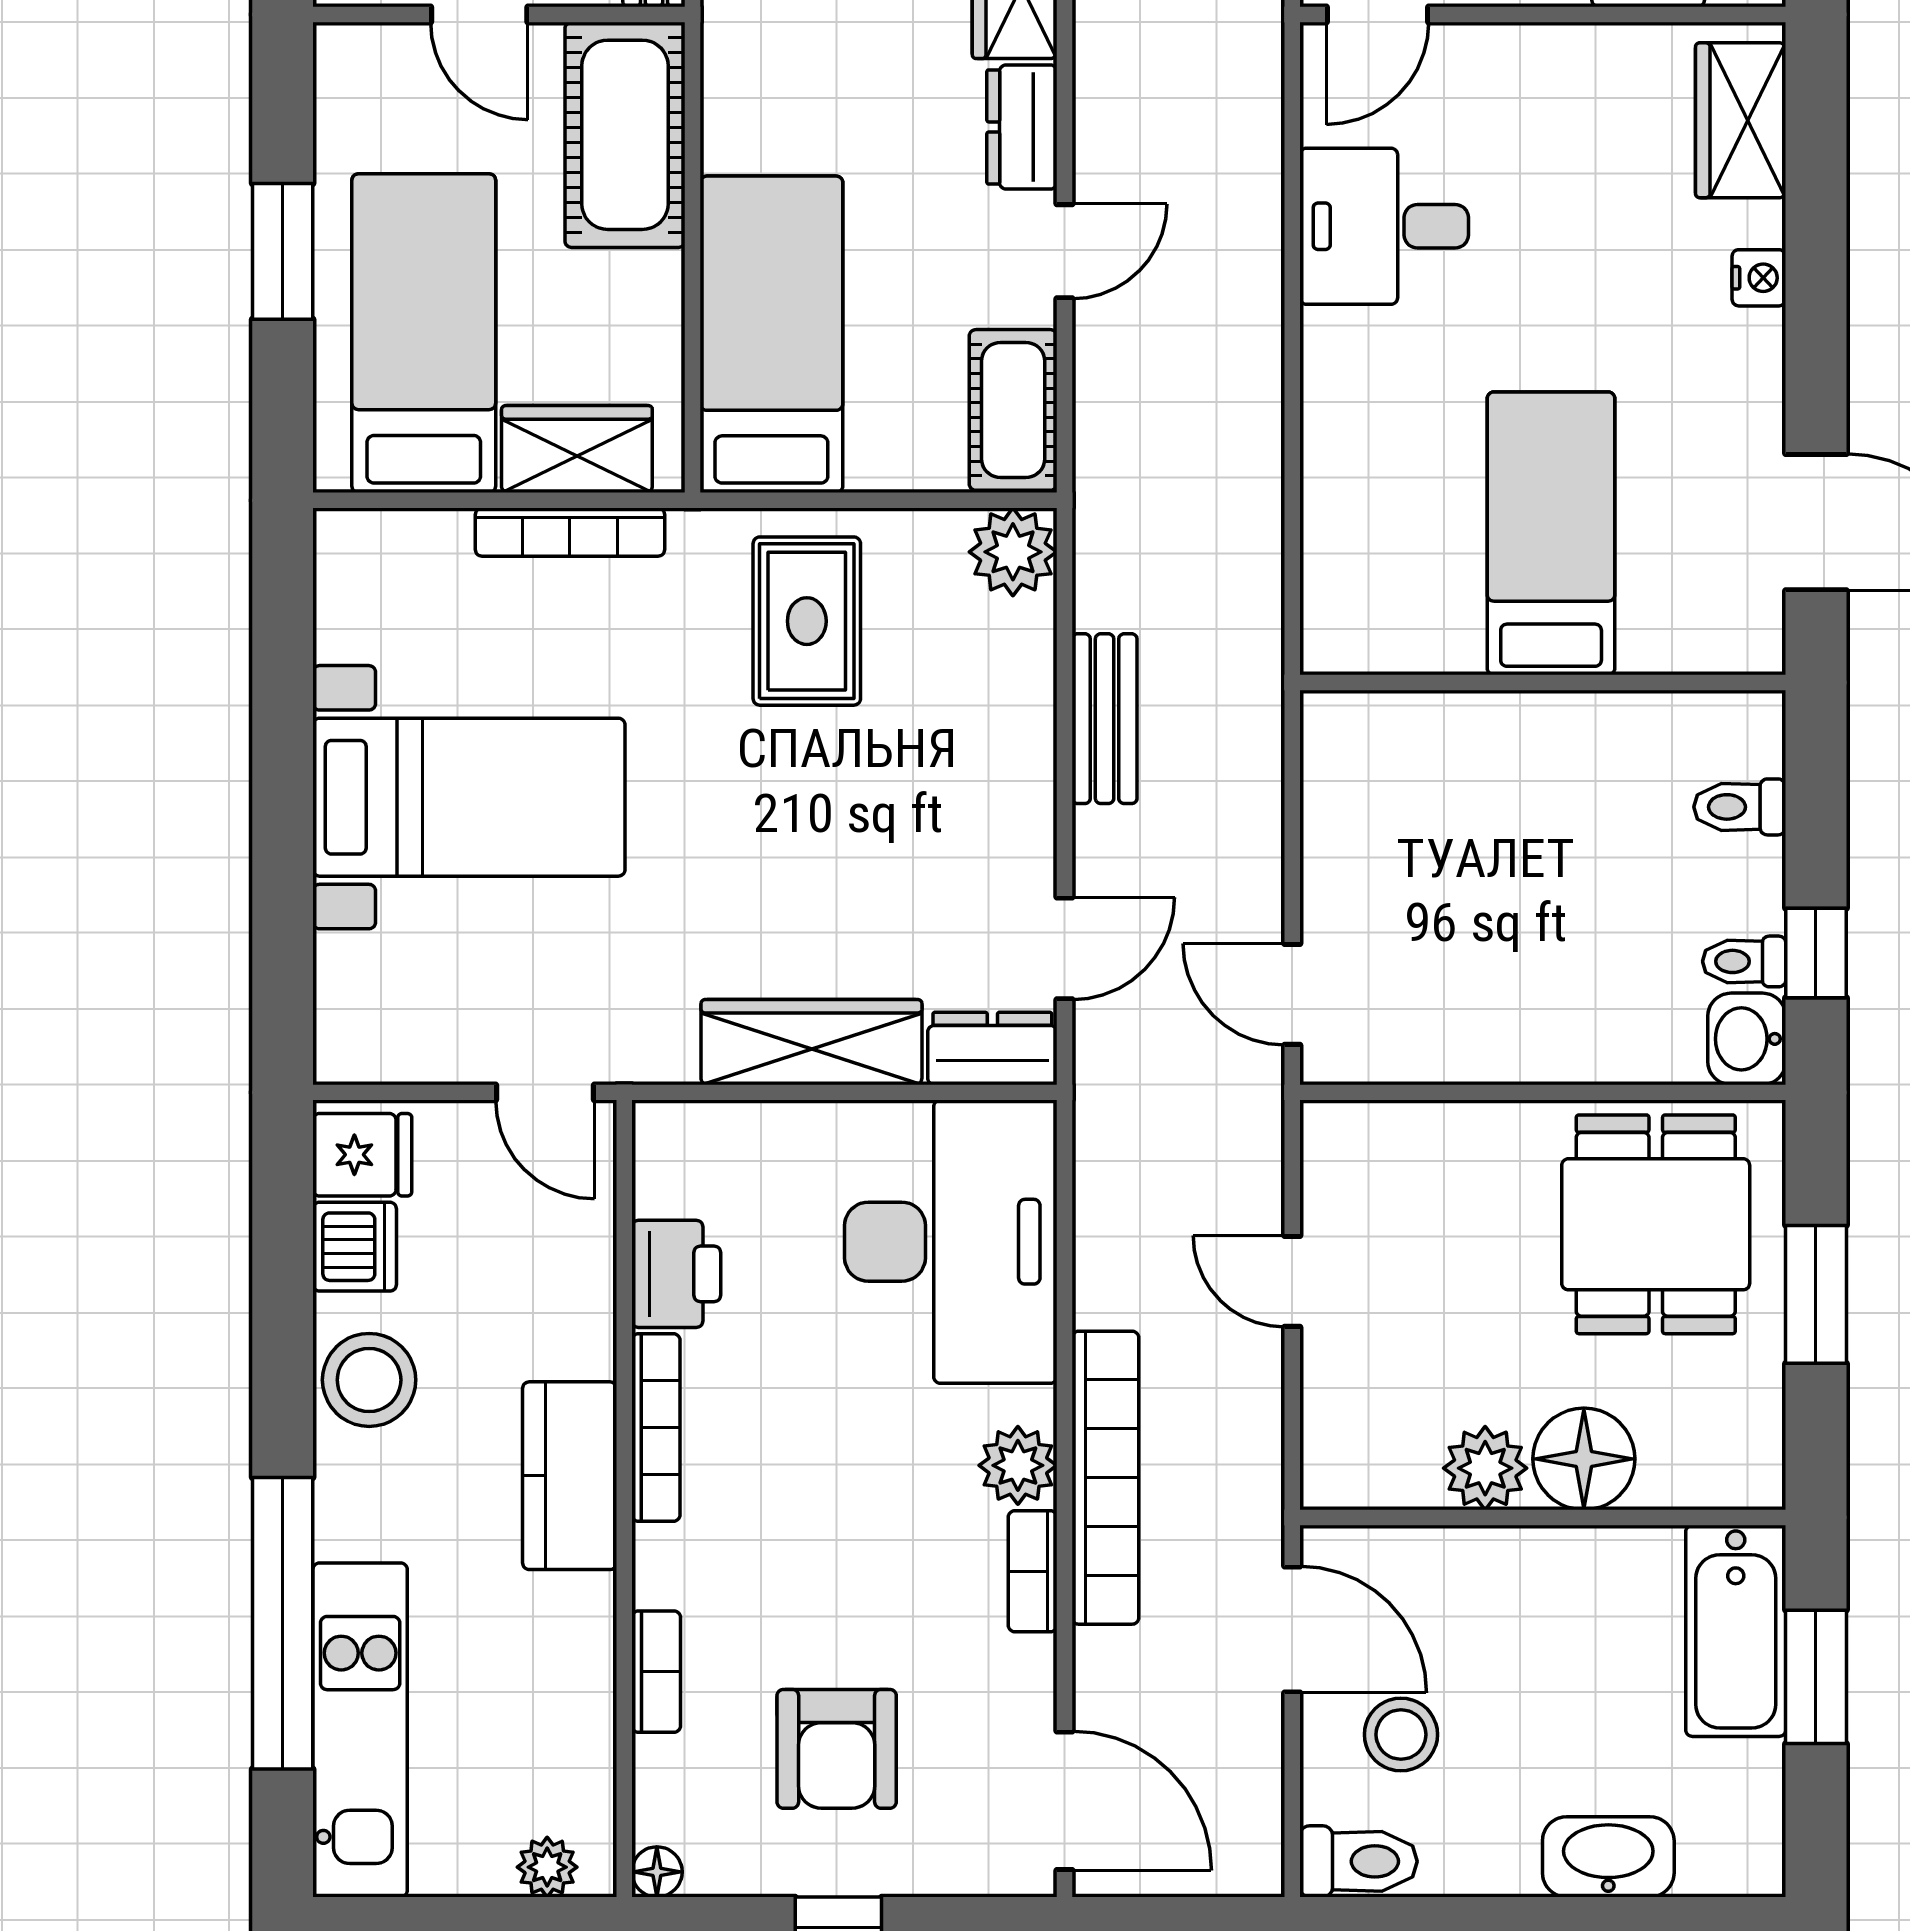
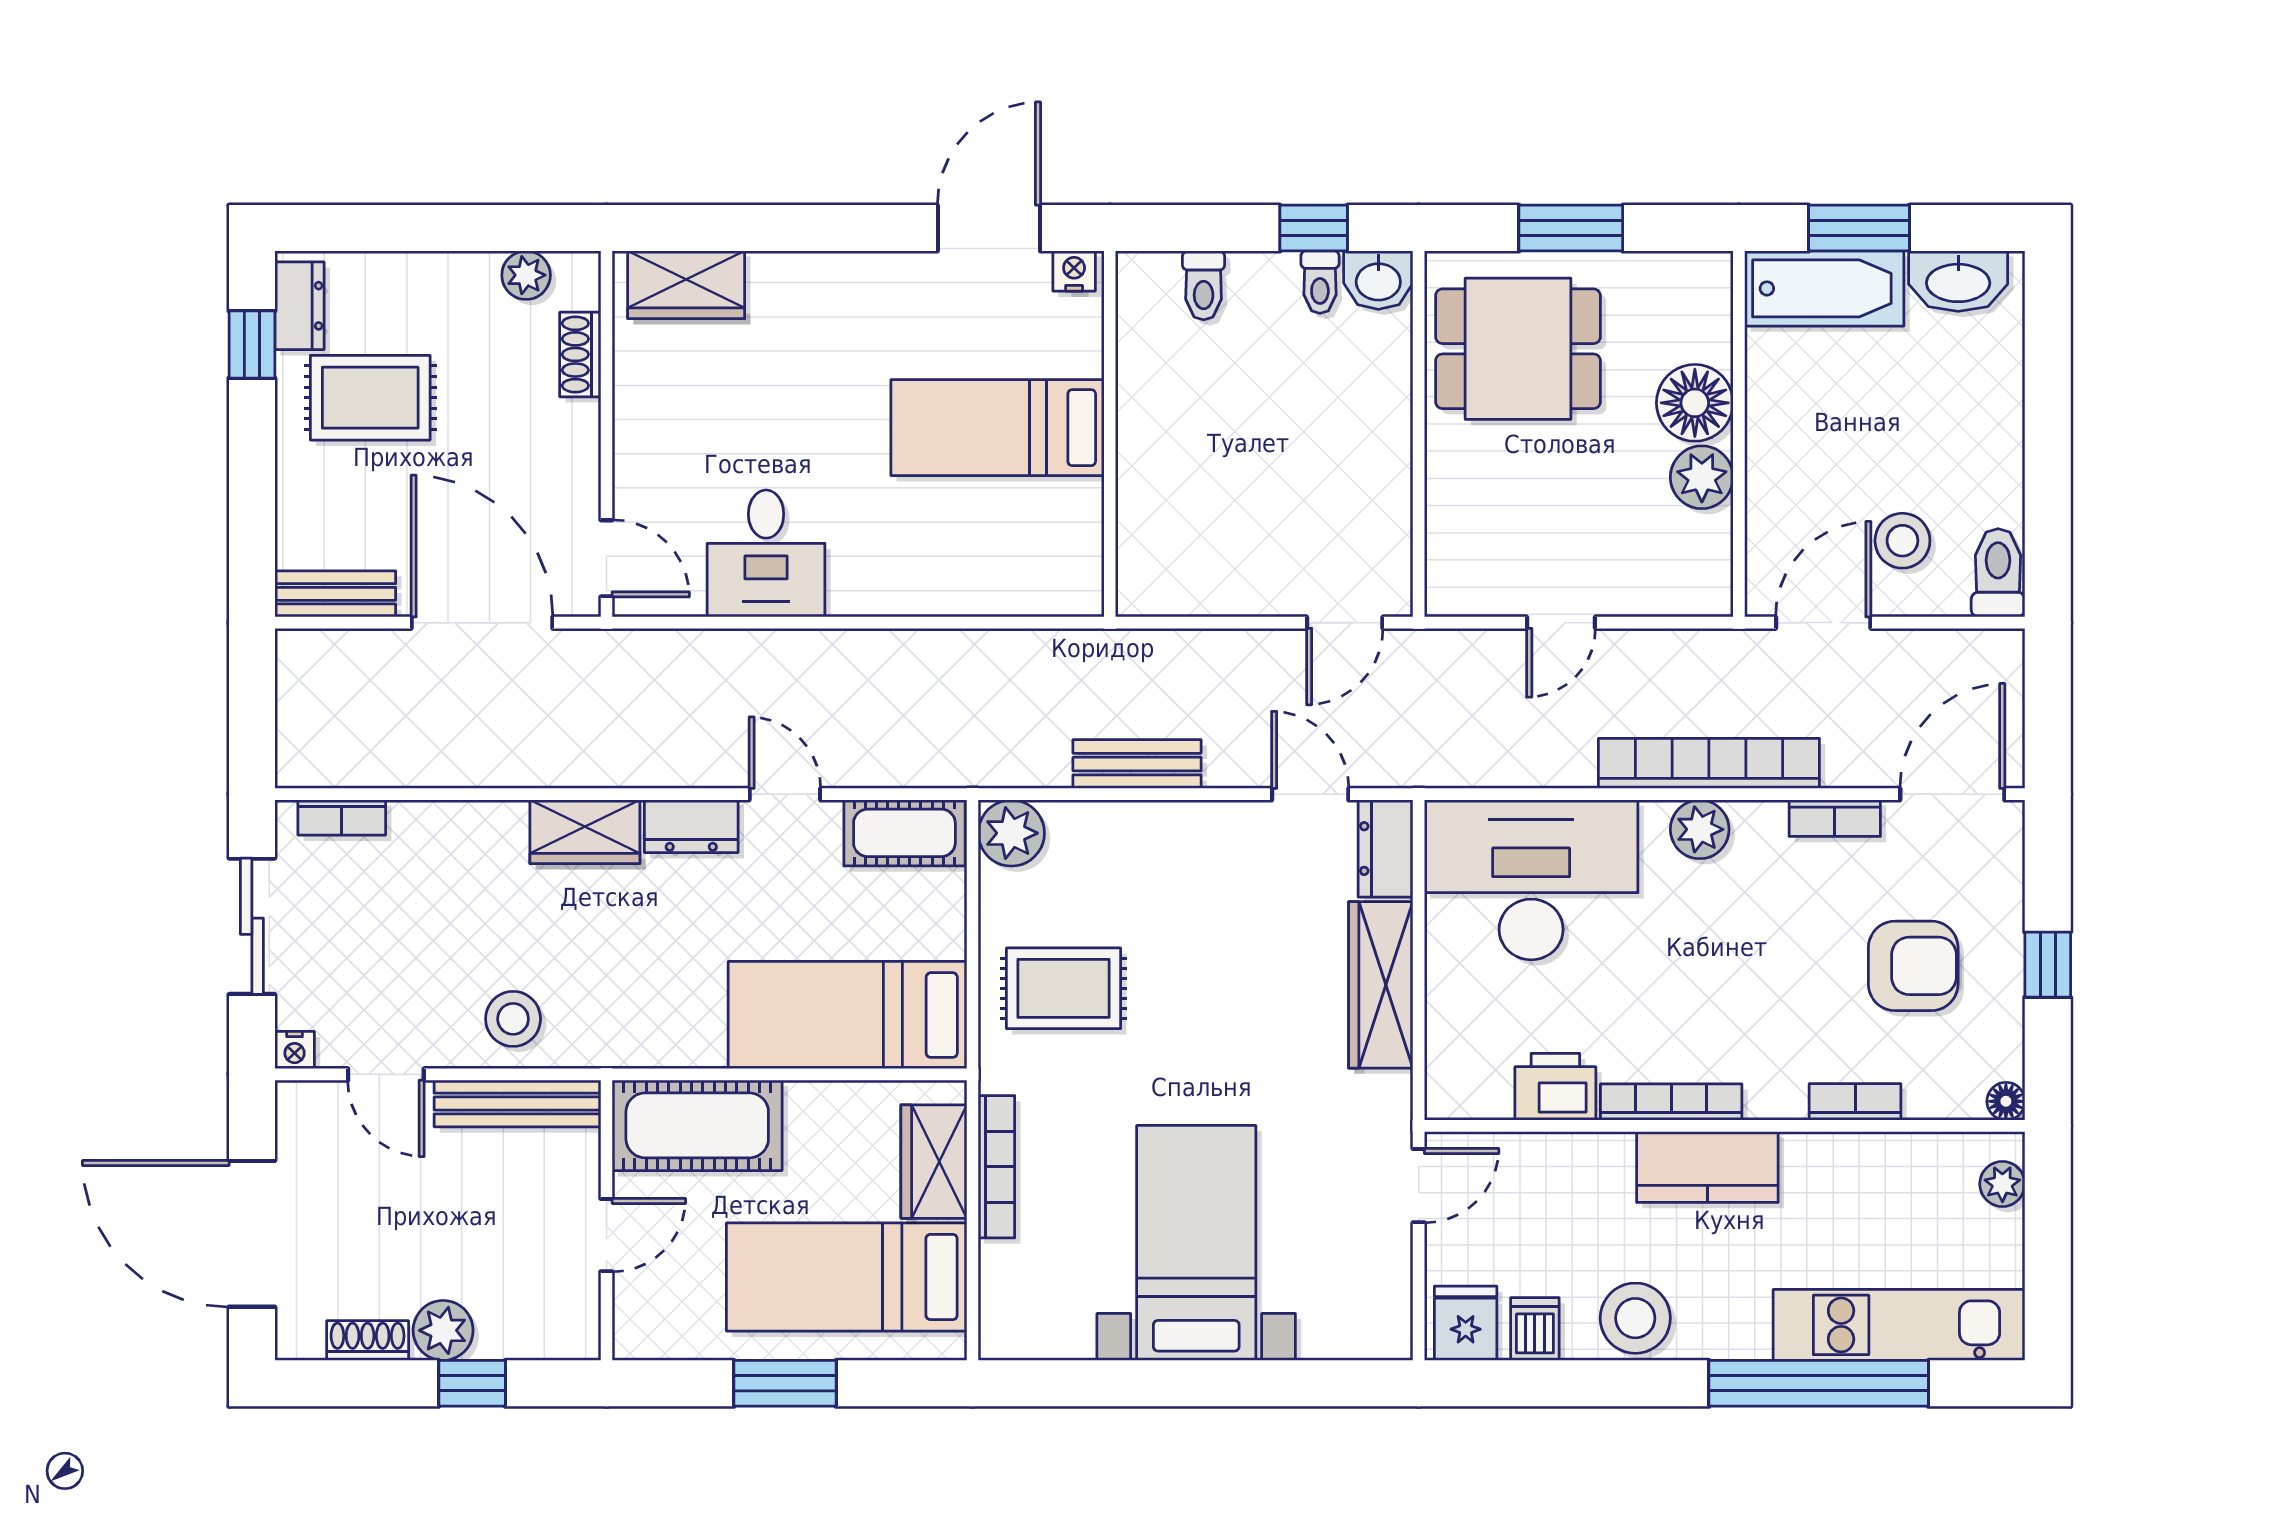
nightstand: (1759, 278) -> (1074, 271), moved
dishwasher: (355, 1247) -> (1535, 1329), width x0.73
bookcase: (1033, 1571) -> (1835, 818), moved
washbasin: (1608, 1857) -> (1958, 281), moved, turned -90

